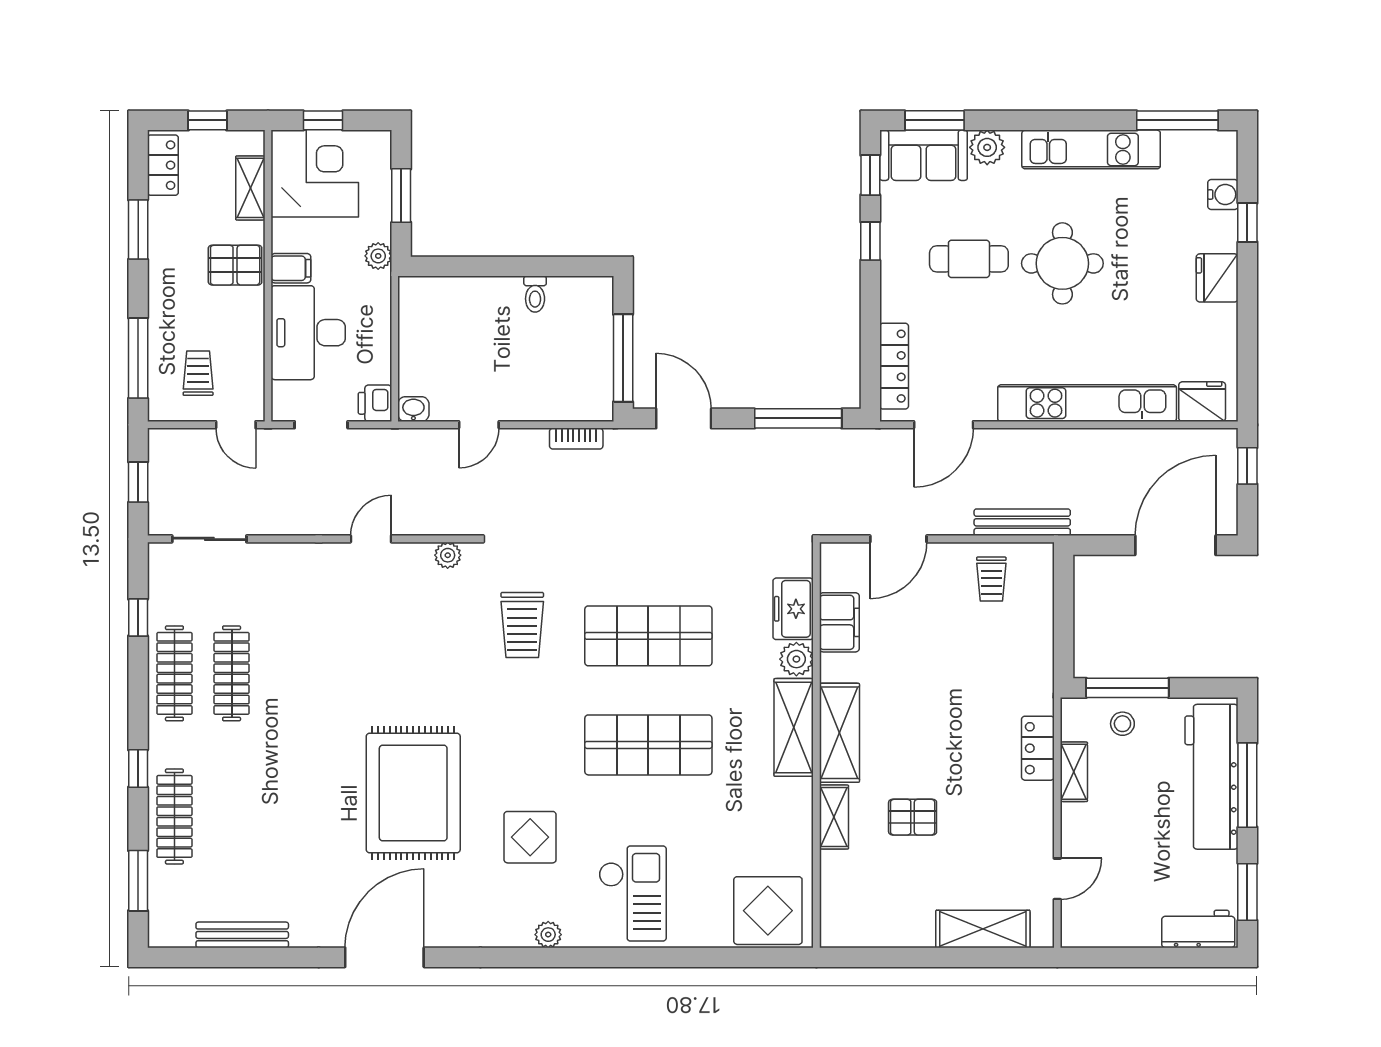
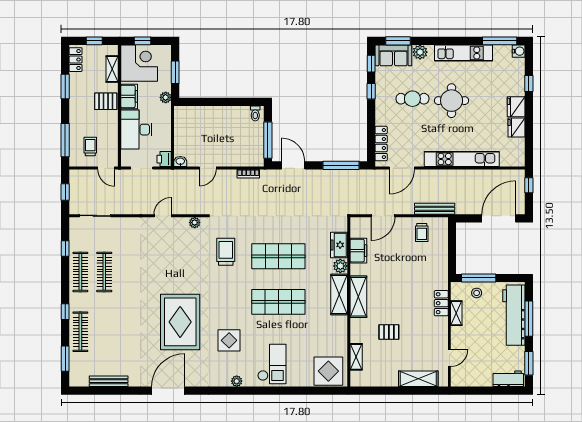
water cooler: (1223, 194) -> (519, 51), moved
filing cabinet: (291, 268) -> (129, 96), width x2.00
toilet: (535, 294) -> (255, 113), moved
fridge: (1202, 402) -> (517, 128), moved, turned -90
trolley: (522, 625) -> (226, 252), turned 180
shelving: (834, 817) -> (356, 357), moved

